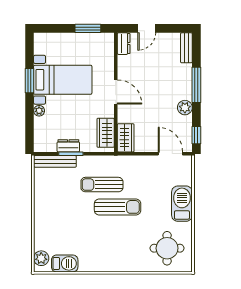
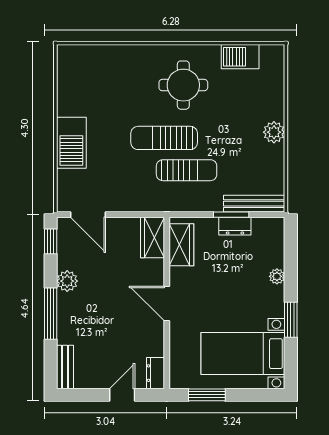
bed with nightstands: (63, 80) -> (243, 354), moved
round table: (167, 248) -> (183, 85), moved
plant: (41, 258) -> (274, 132), moved

